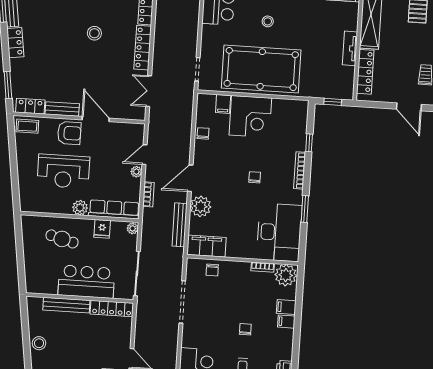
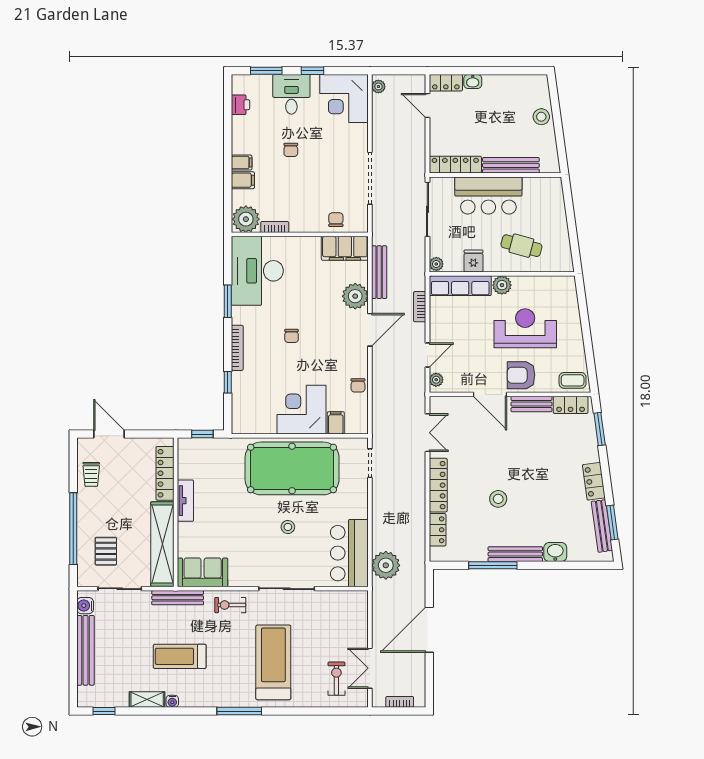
plant: (136, 172) -> (436, 380), moved

